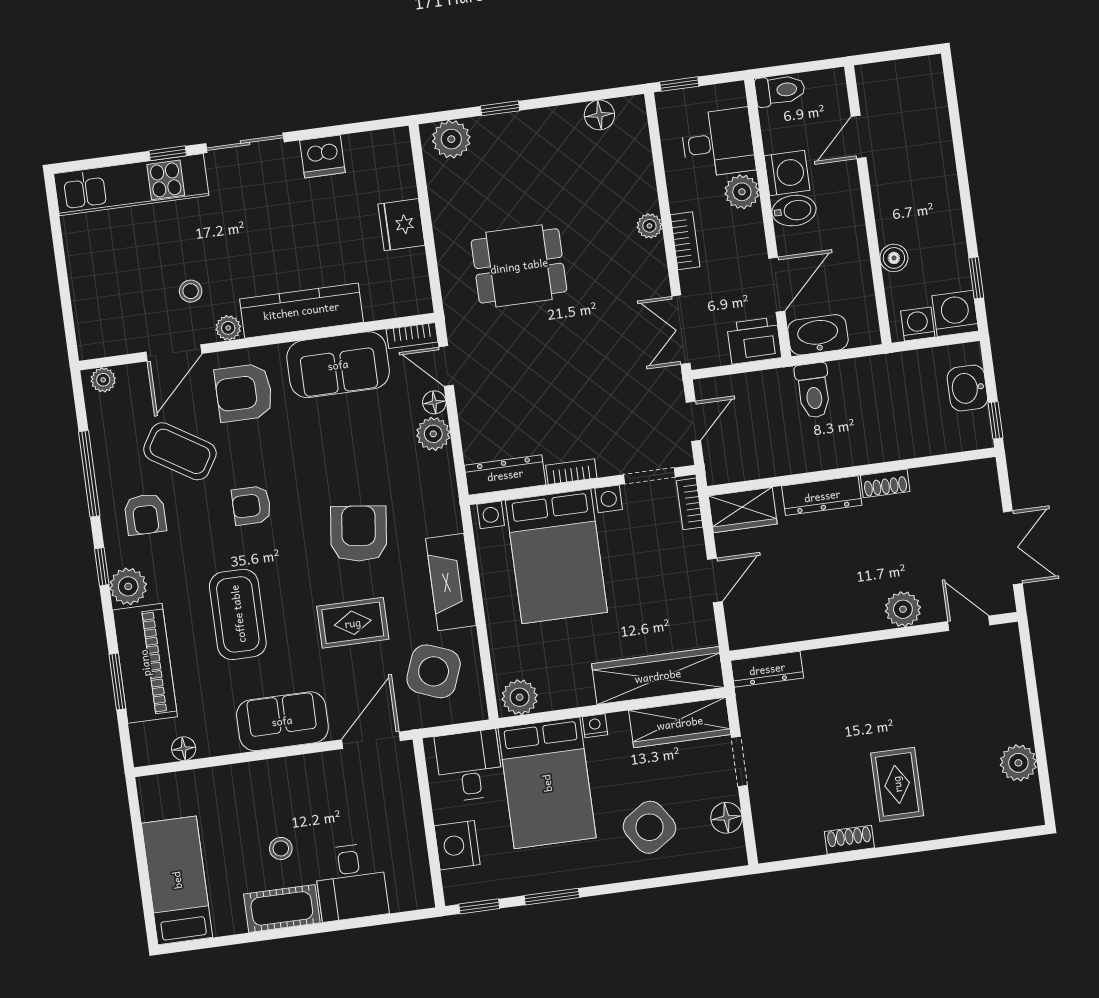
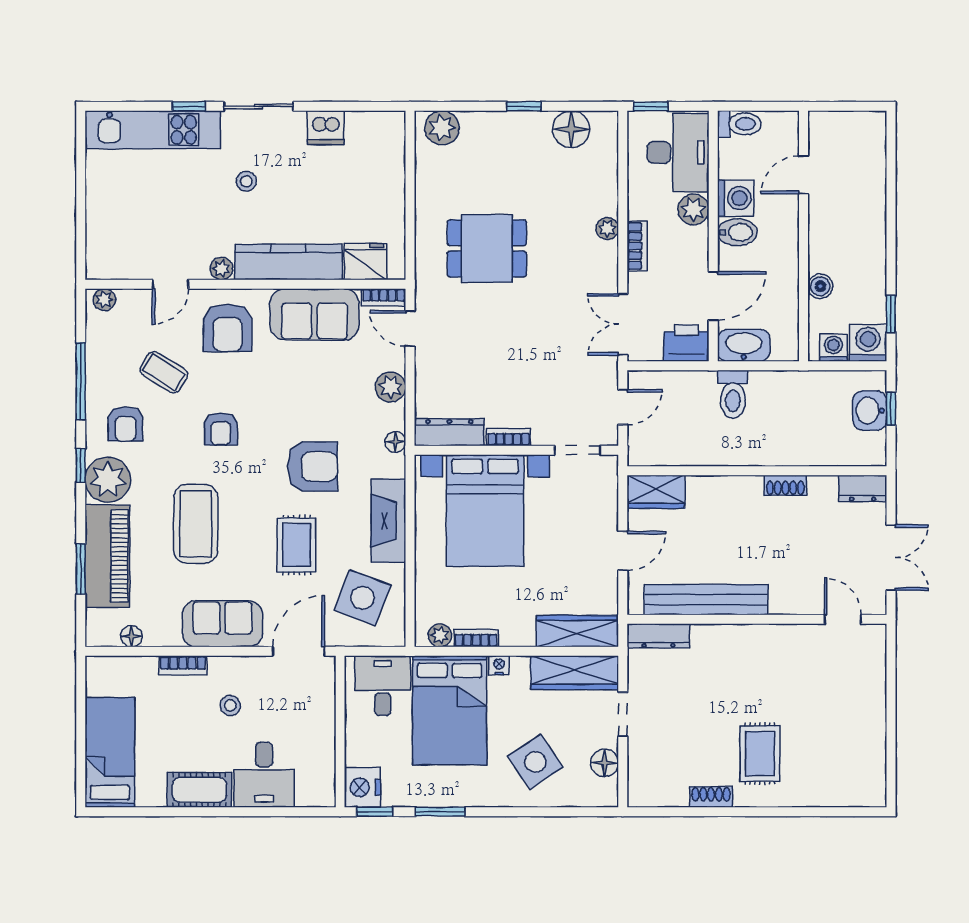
window: (500, 108) -> (524, 106), moved
floor lamp: (599, 115) -> (571, 129), width x1.38, depth x1.38
desk: (718, 143) -> (678, 152), width x1.37
fridge: (401, 225) -> (366, 262), moved, turned 90
stool: (191, 291) -> (246, 181), moved
door: (174, 353) -> (170, 284), width x0.73
armchair: (244, 393) -> (228, 328), turned -90
floor lamp: (434, 402) -> (395, 442), moved
window: (996, 420) -> (891, 409), moved
coffee table: (180, 451) -> (164, 372), width x0.73, depth x0.77
dresser: (822, 496) -> (863, 489), moved, width x0.70
bookcase: (690, 504) -> (476, 638), moved, turned 90
armchair: (251, 505) -> (221, 429), turned -90
armchair: (359, 534) -> (312, 467), turned 83
plant: (128, 586) -> (108, 480), width x1.36, depth x1.36
plant: (903, 609) -> (786, 599), removed
bench: (814, 622) -> (706, 600), added
rug: (353, 623) -> (297, 545), turned 90
wardrobe: (658, 676) -> (577, 631), width x0.71, depth x0.85
plant: (520, 697) -> (440, 635), width x0.73, depth x0.73
plant: (1018, 763) -> (870, 749), removed
bookcase: (245, 773) -> (183, 665), added
nightstand: (457, 845) -> (362, 787), moved
stool: (281, 848) -> (230, 705), moved

